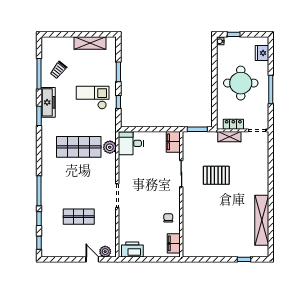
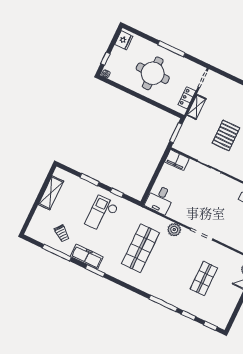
fridge: (262, 53) -> (124, 40), moved, turned -90
plant: (110, 147) -> (174, 230), moved

